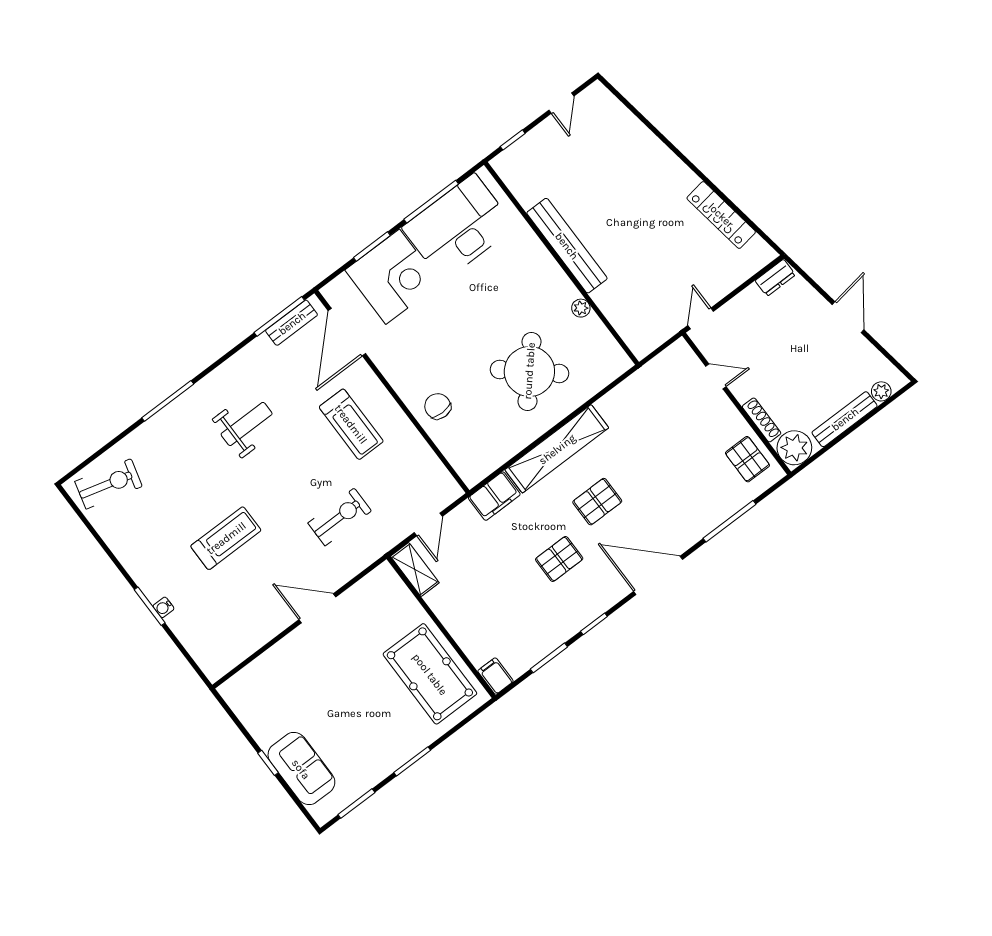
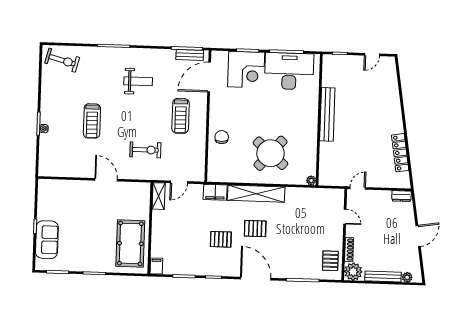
plant: (581, 308) -> (311, 180), moved
treadmill: (226, 538) -> (92, 121), turned 90

